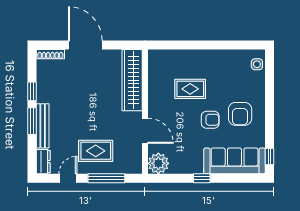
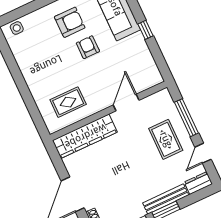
rug: (190, 89) -> (68, 102), moved, turned 90
plant: (158, 163) -> (150, 76), removed
door: (68, 178) -> (203, 153), hinge flipped

